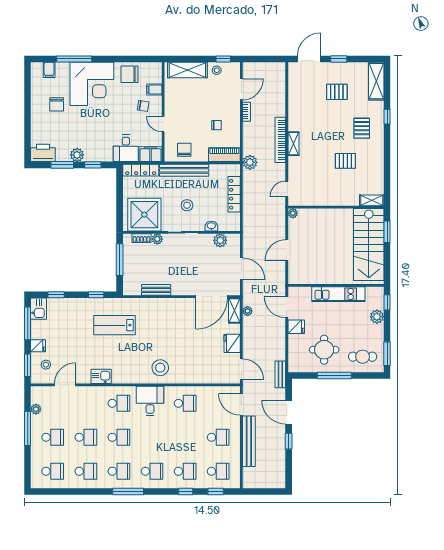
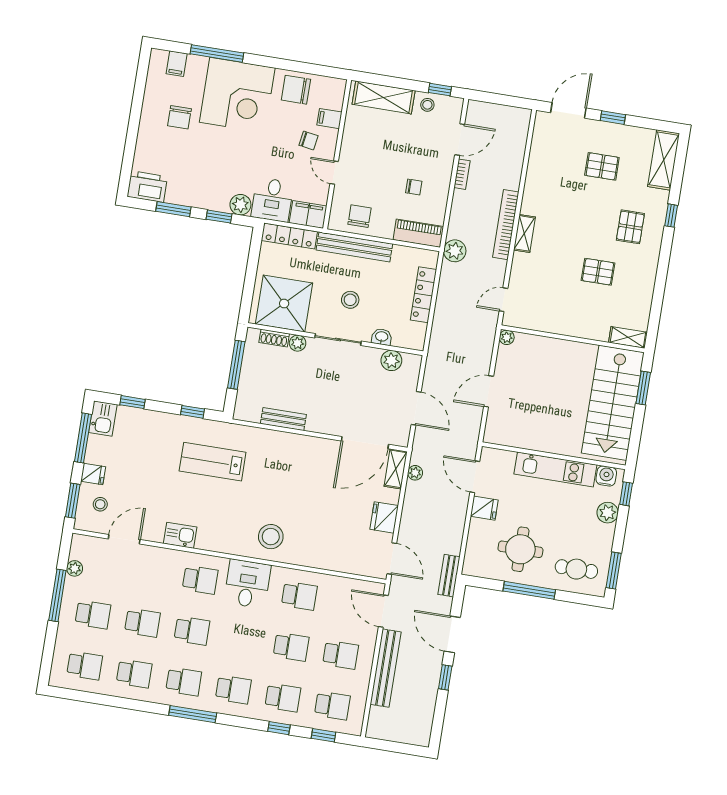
plant: (77, 155) -> (240, 205), moved
water cooler: (372, 293) -> (606, 476), added
school desk: (185, 437) -> (291, 647), added

